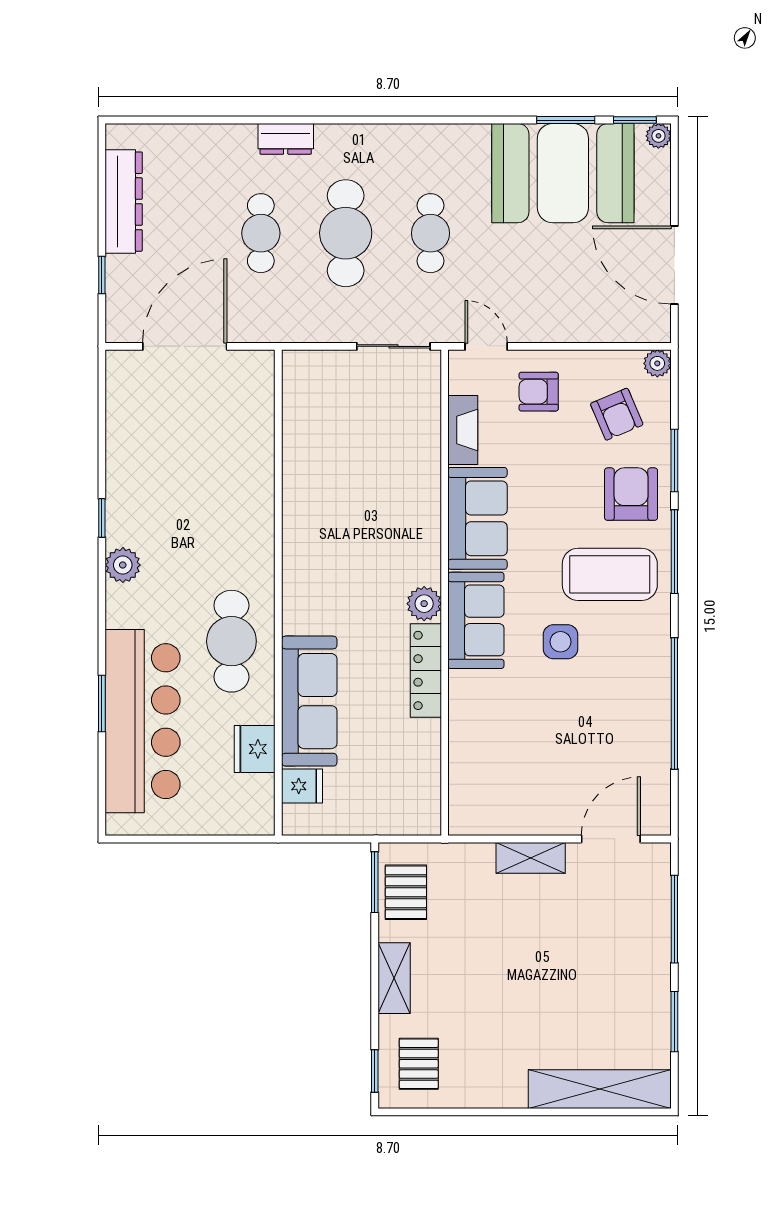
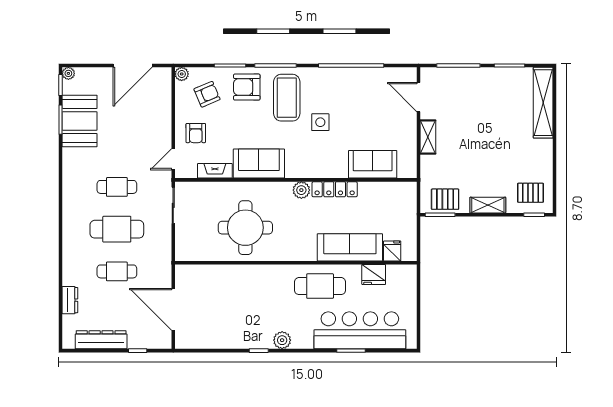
dresser: (286, 139) -> (70, 300), moved
booth: (563, 173) -> (80, 121), width x0.73, depth x0.70
round table: (349, 491) -> (245, 228), added
sofa: (476, 620) -> (373, 164), moved

